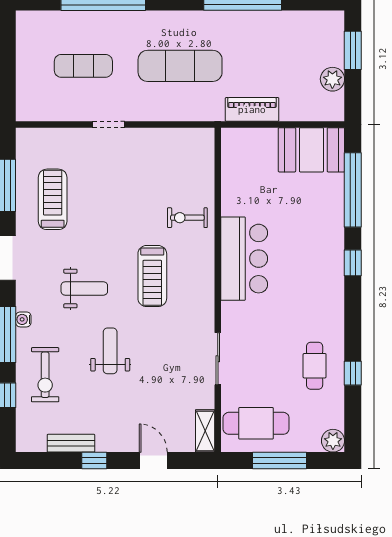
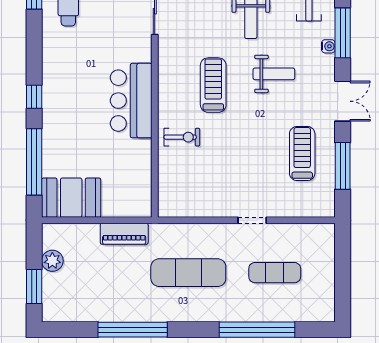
treadmill: (53, 199) -> (302, 153), turned 180
weight bench: (84, 288) -> (274, 74), turned 180

